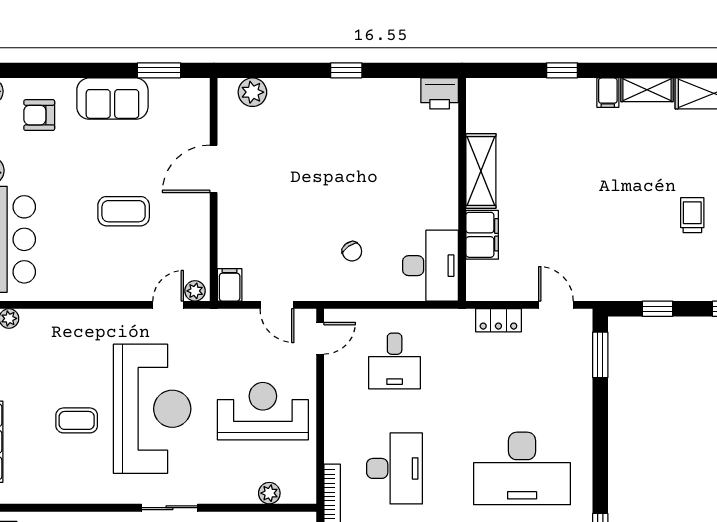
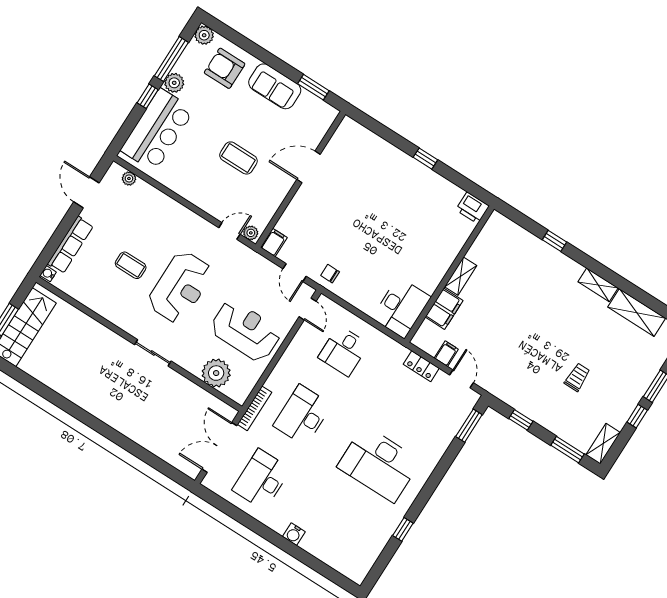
plant: (252, 92) -> (361, 136), removed
filing cabinet: (608, 93) -> (446, 354), moved, turned 180
armchair: (39, 115) -> (225, 68), width x1.38, depth x1.38
shelving: (481, 171) -> (461, 276), width x0.67, depth x0.75
chair: (352, 251) -> (330, 274), moved, turned 126
door: (320, 338) -> (308, 309), hinge flipped
reception desk: (152, 409) -> (180, 287), width x0.74, depth x0.77
desk: (395, 468) -> (303, 415), turned 180
plant: (269, 493) -> (216, 373), width x1.87, depth x1.87

